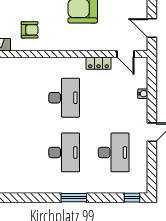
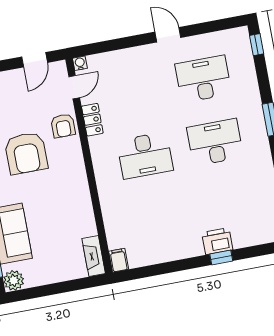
armchair: (30, 30) -> (63, 126), moved, turned 180
water cooler: (143, 94) -> (80, 63), moved
desk: (64, 98) -> (145, 155), turned 180

